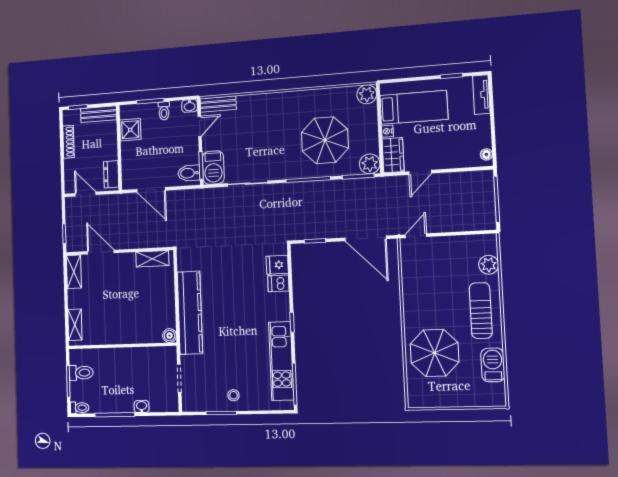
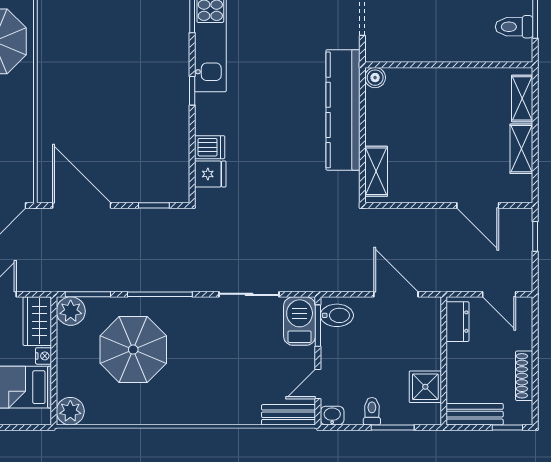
shelving: (152, 259) -> (376, 171), moved, turned 90
shelving: (74, 272) -> (521, 149), moved

